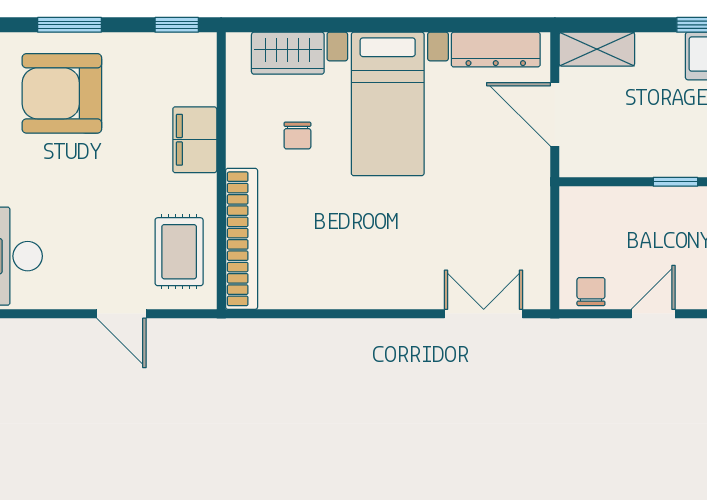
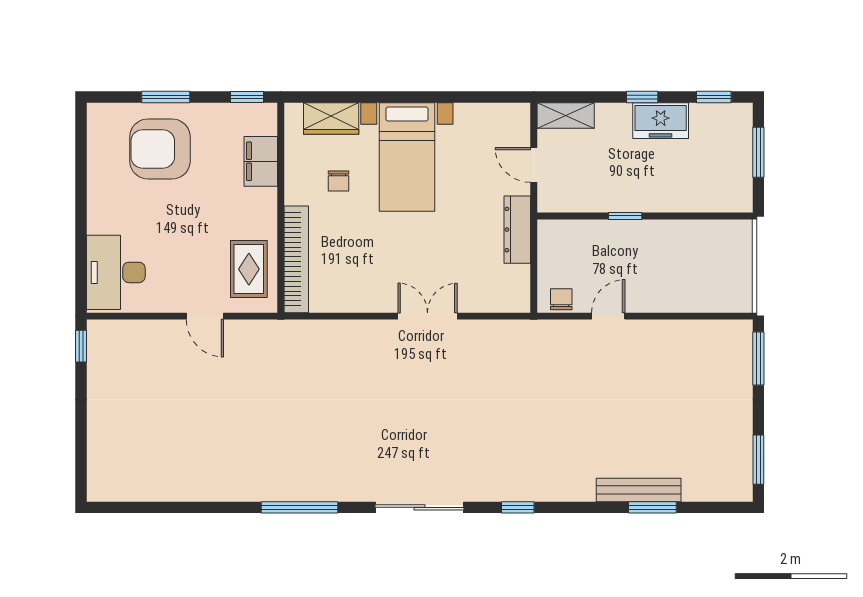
dresser: (496, 50) -> (517, 230), moved, turned 90
door: (555, 114) -> (534, 165), width x0.73
filing cabinet: (195, 140) -> (261, 161), moved
double door: (484, 314) -> (428, 316), moved

